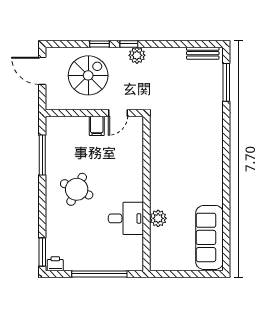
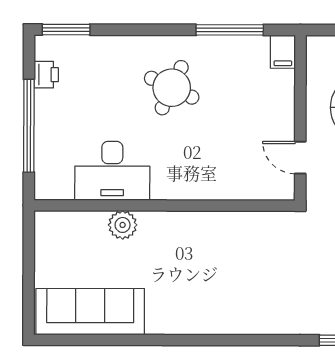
filing cabinet: (97, 126) -> (283, 52), moved, turned -90
desk: (126, 218) -> (112, 171), width x1.37
printer: (55, 264) -> (46, 75), moved

